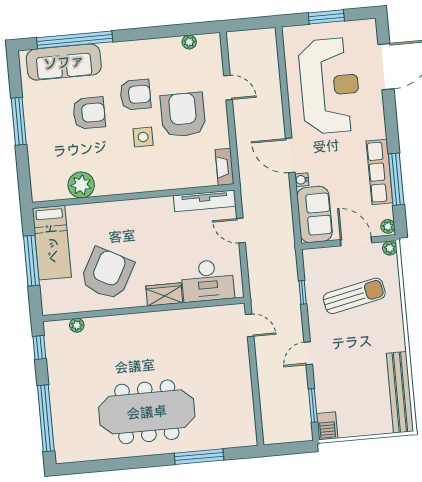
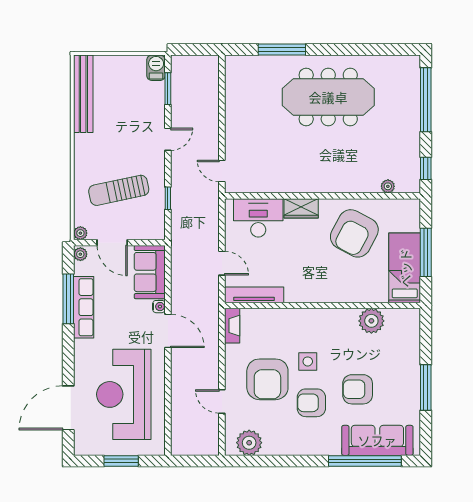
plant: (189, 42) -> (249, 443), width x1.88, depth x1.88

